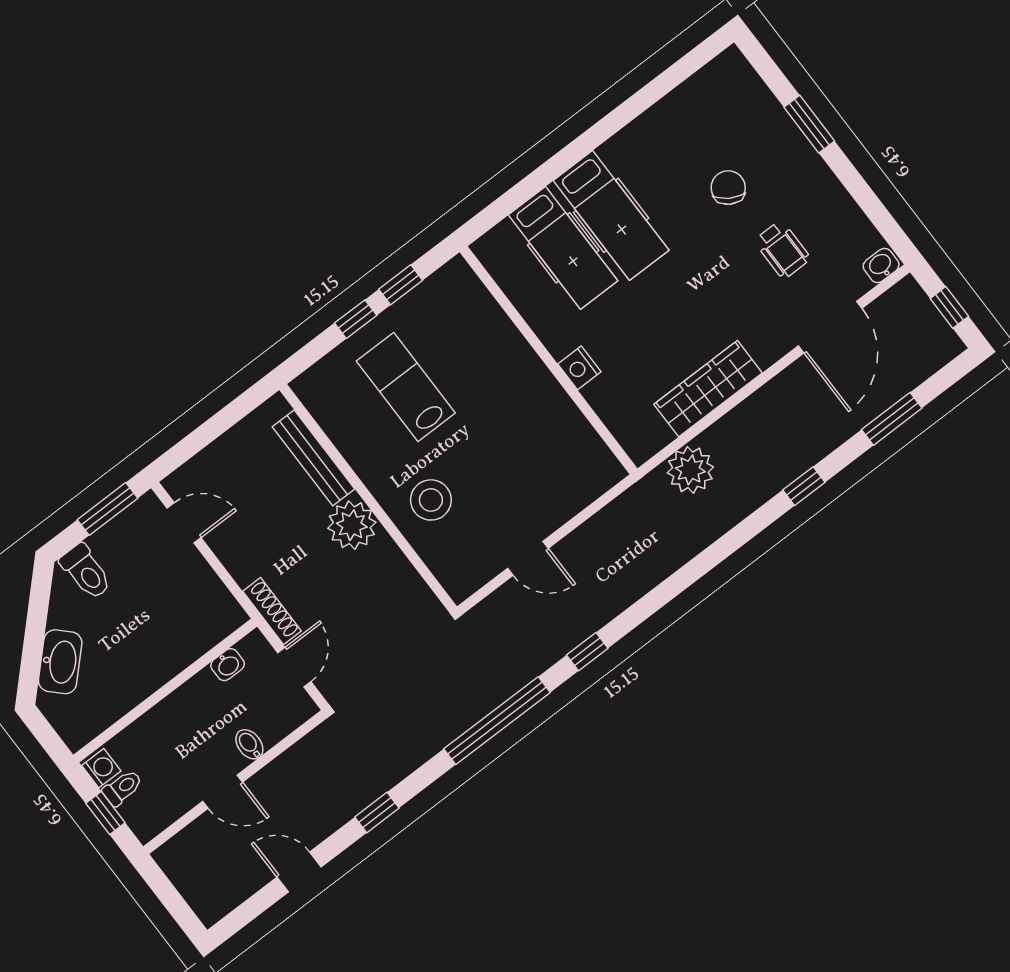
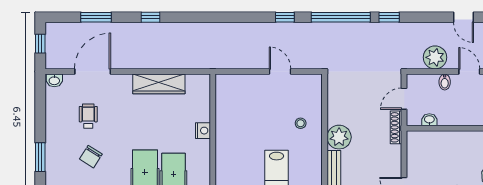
plant: (690, 470) -> (435, 57), moved
stool: (431, 500) -> (301, 123), width x0.53, depth x0.53
window: (377, 812) -> (389, 17), moved

